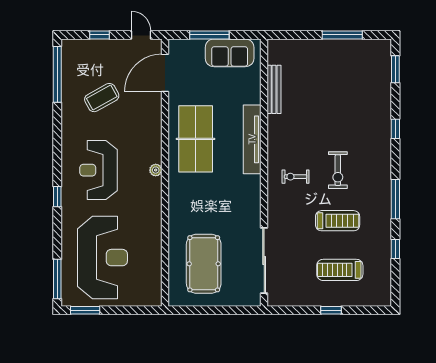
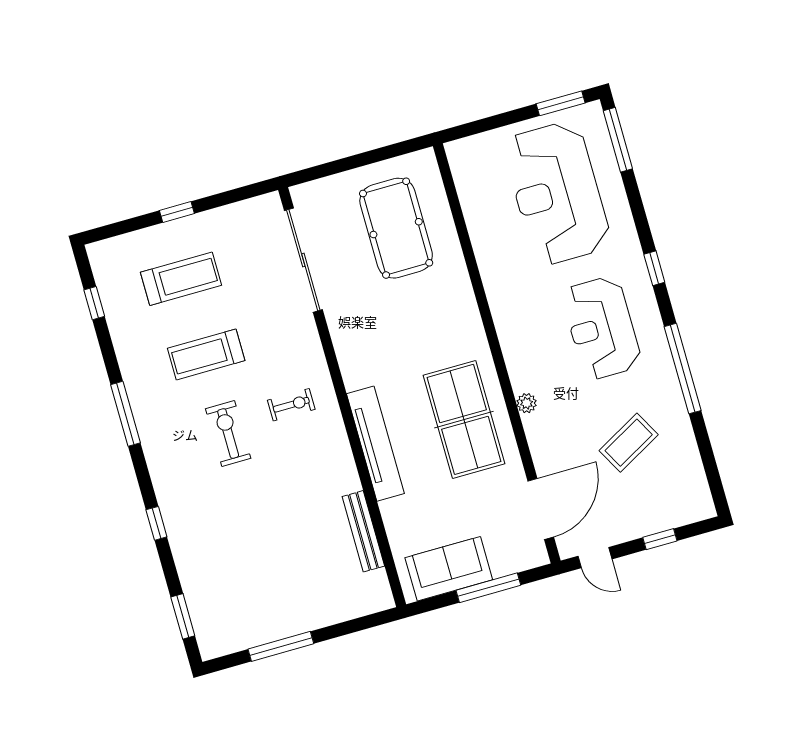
window: (57, 74) -> (683, 369), moved
reception desk: (99, 170) -> (602, 328), turned 180
plant: (156, 170) -> (527, 403), moved
window: (395, 249) -> (94, 303), moved

